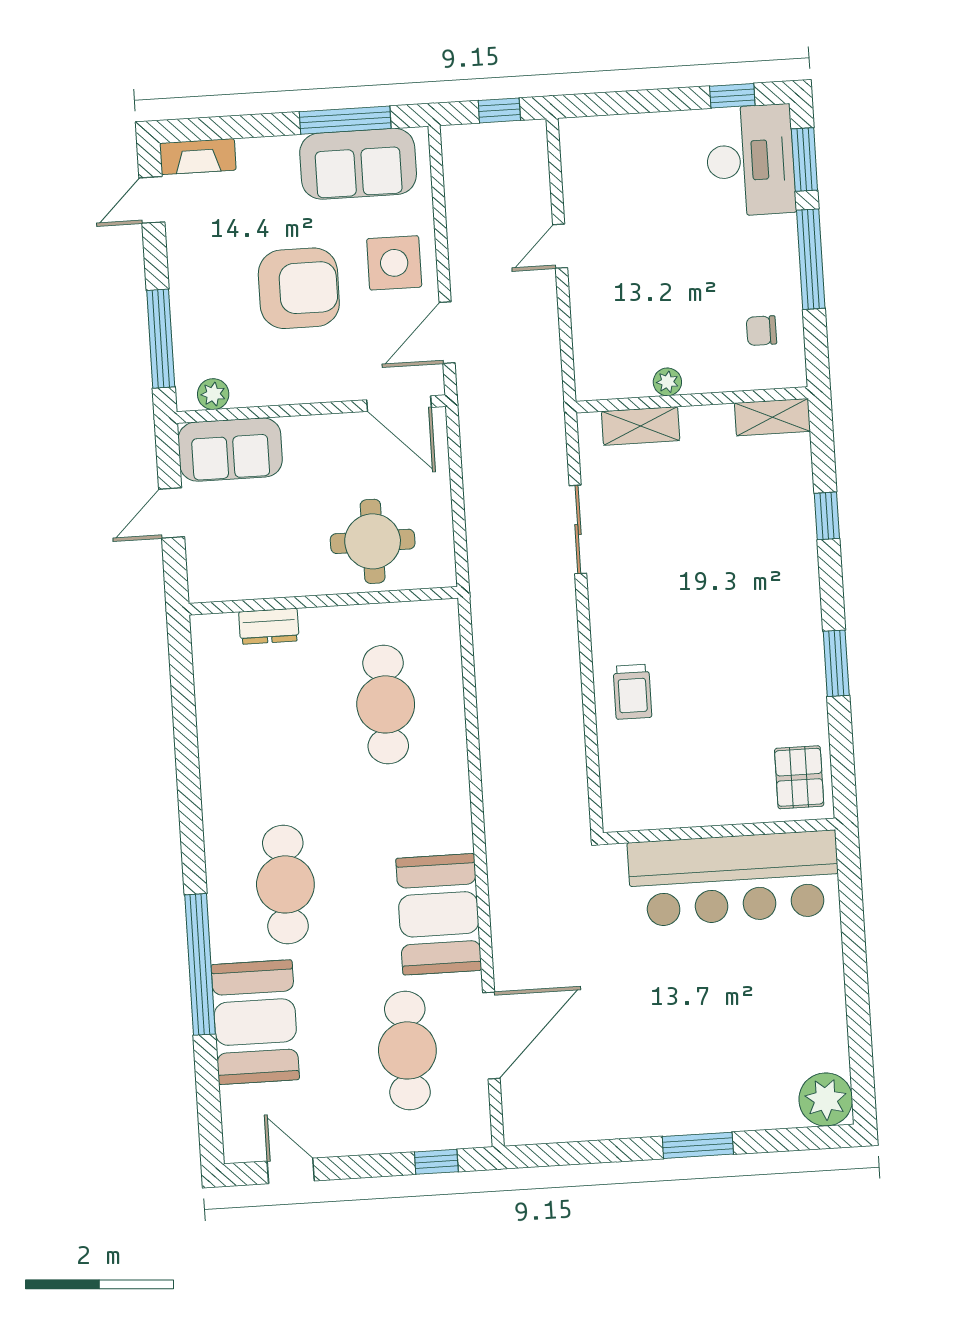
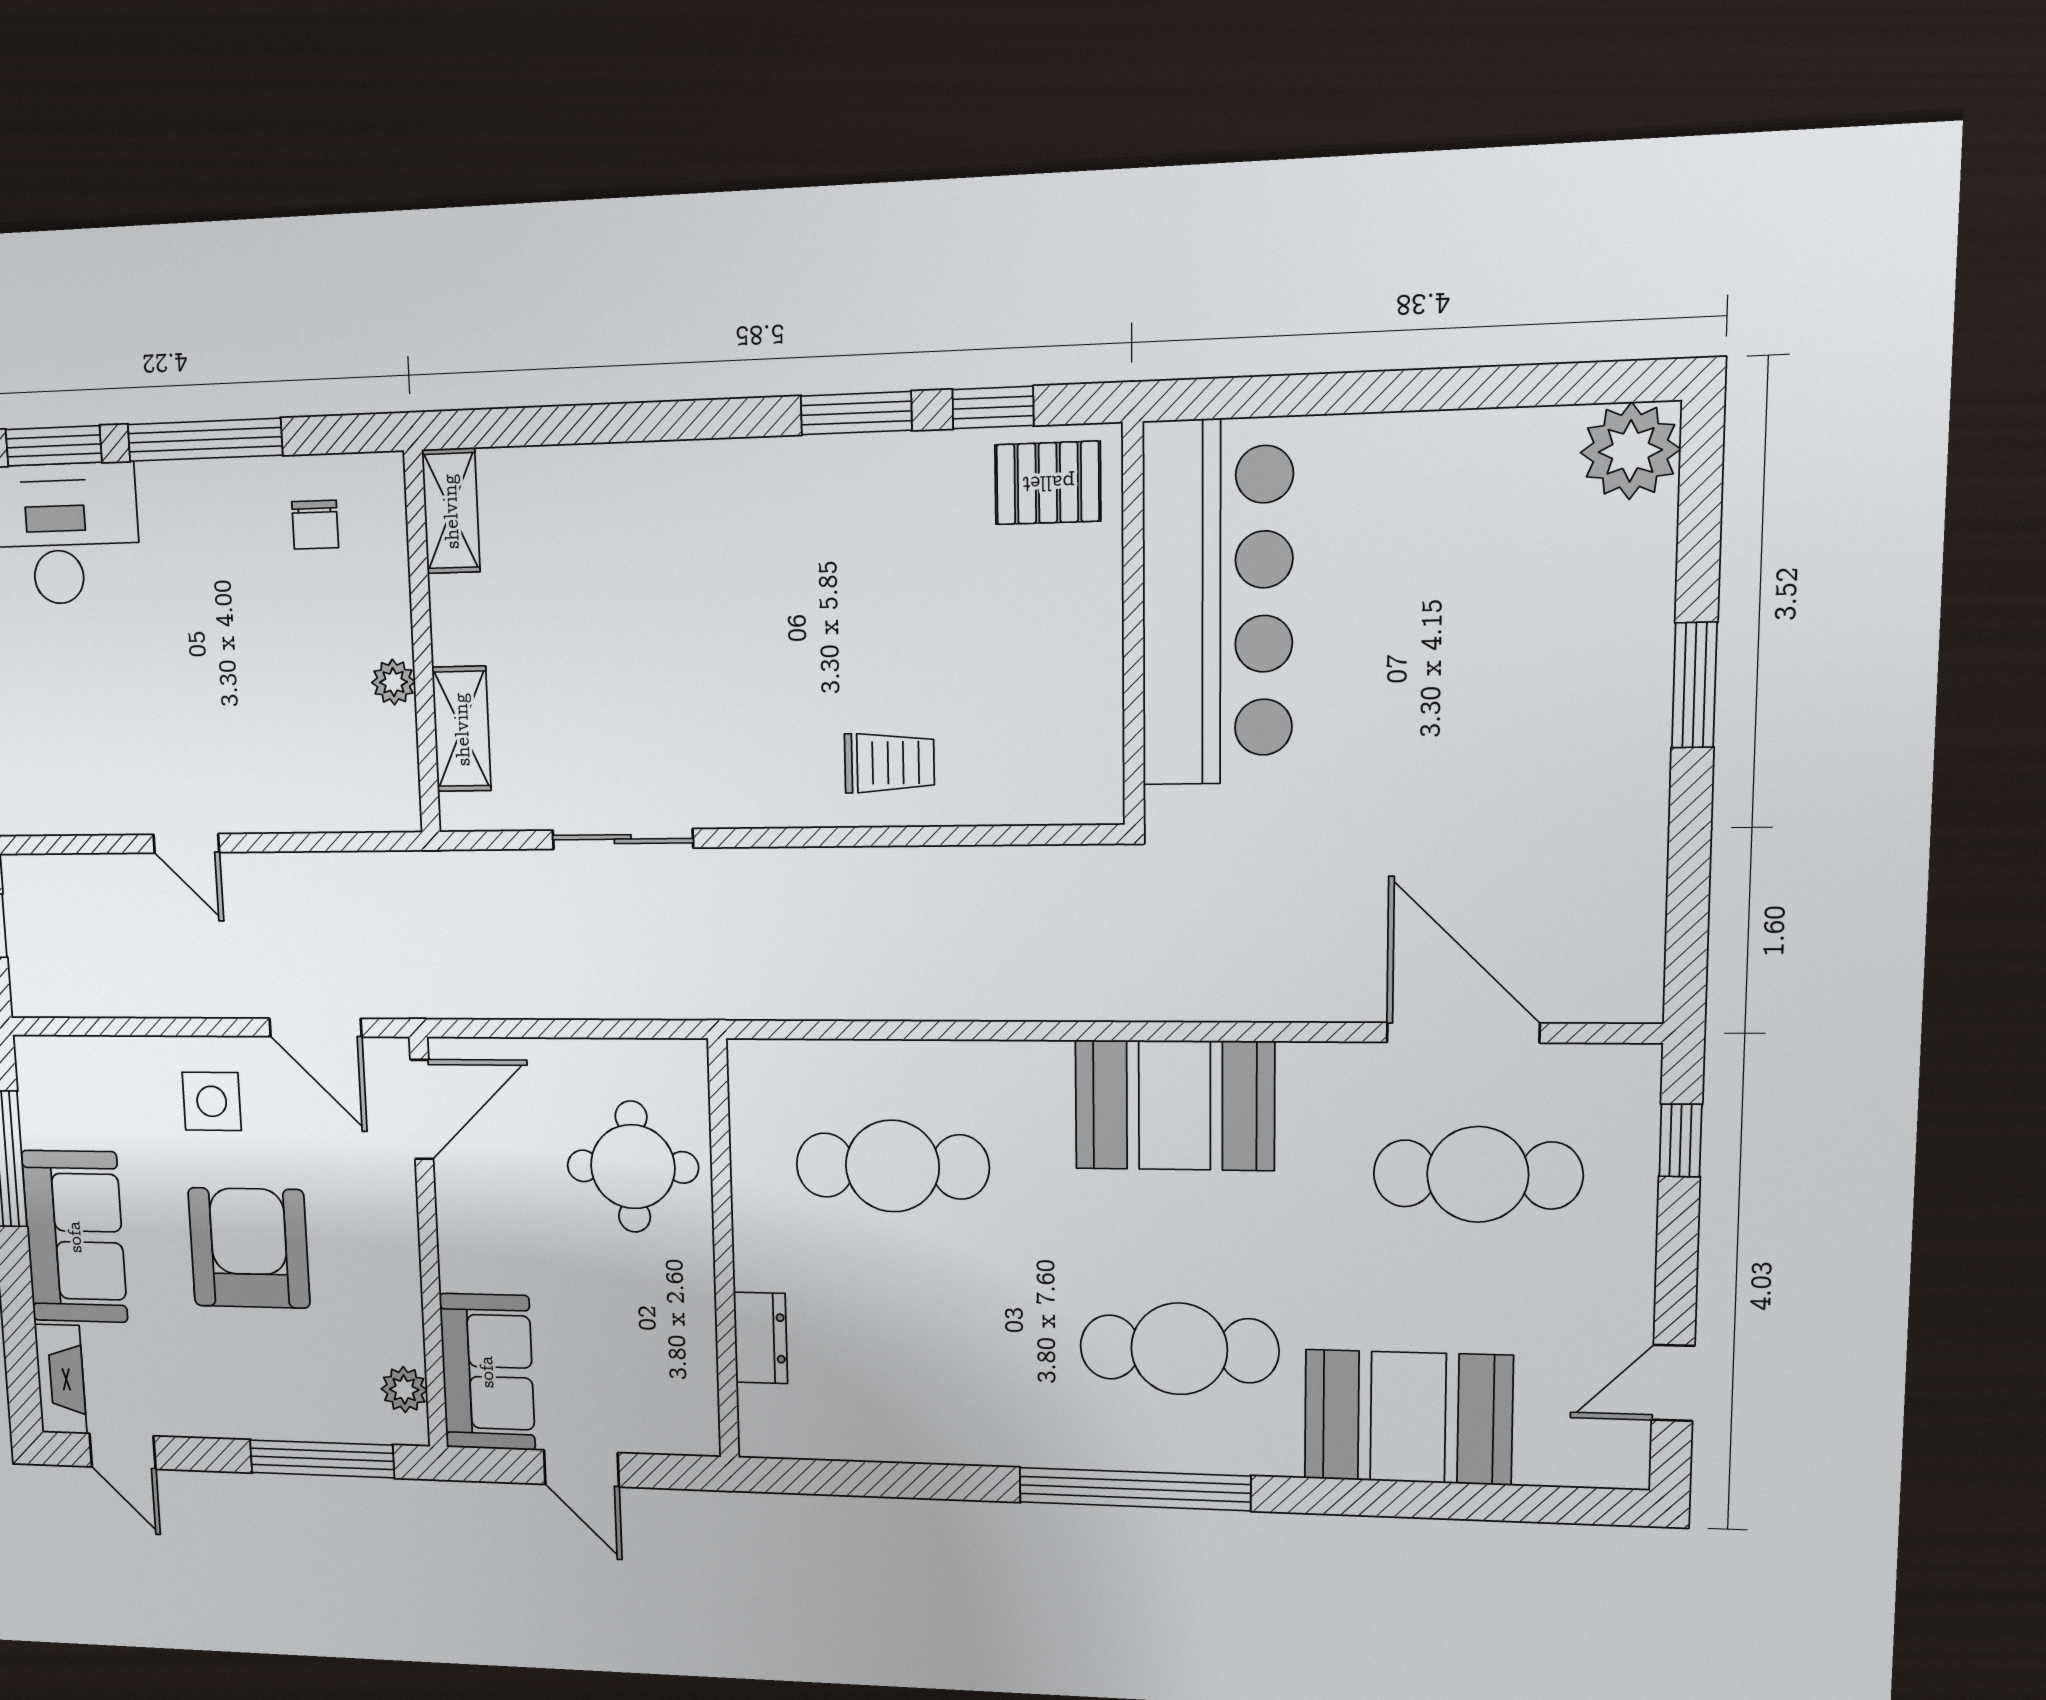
sofa: (358, 164) -> (75, 1237), moved
side table: (394, 263) -> (212, 1101), width x0.73, depth x0.73
window: (827, 516) -> (993, 407), moved
booth: (439, 914) -> (1175, 1105), moved
window: (200, 964) -> (1135, 1489), moved

